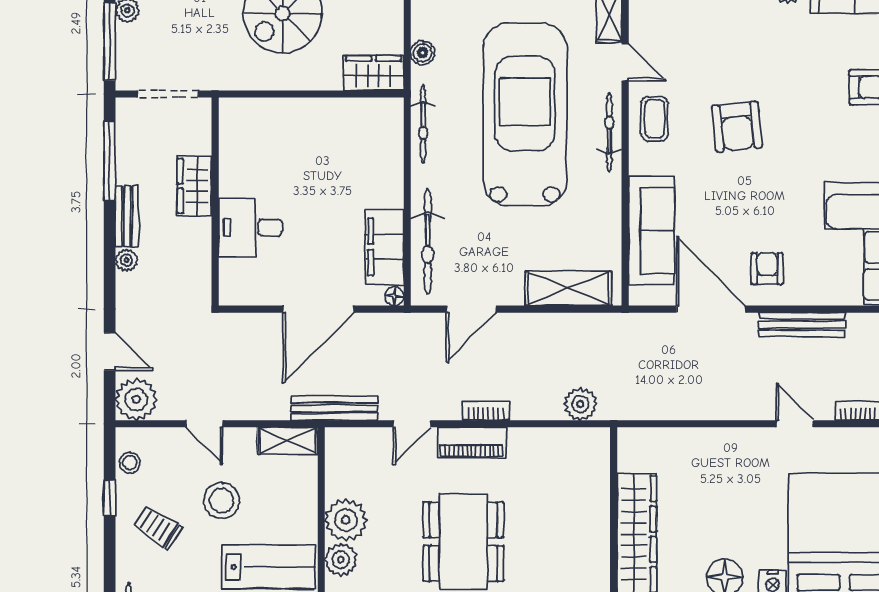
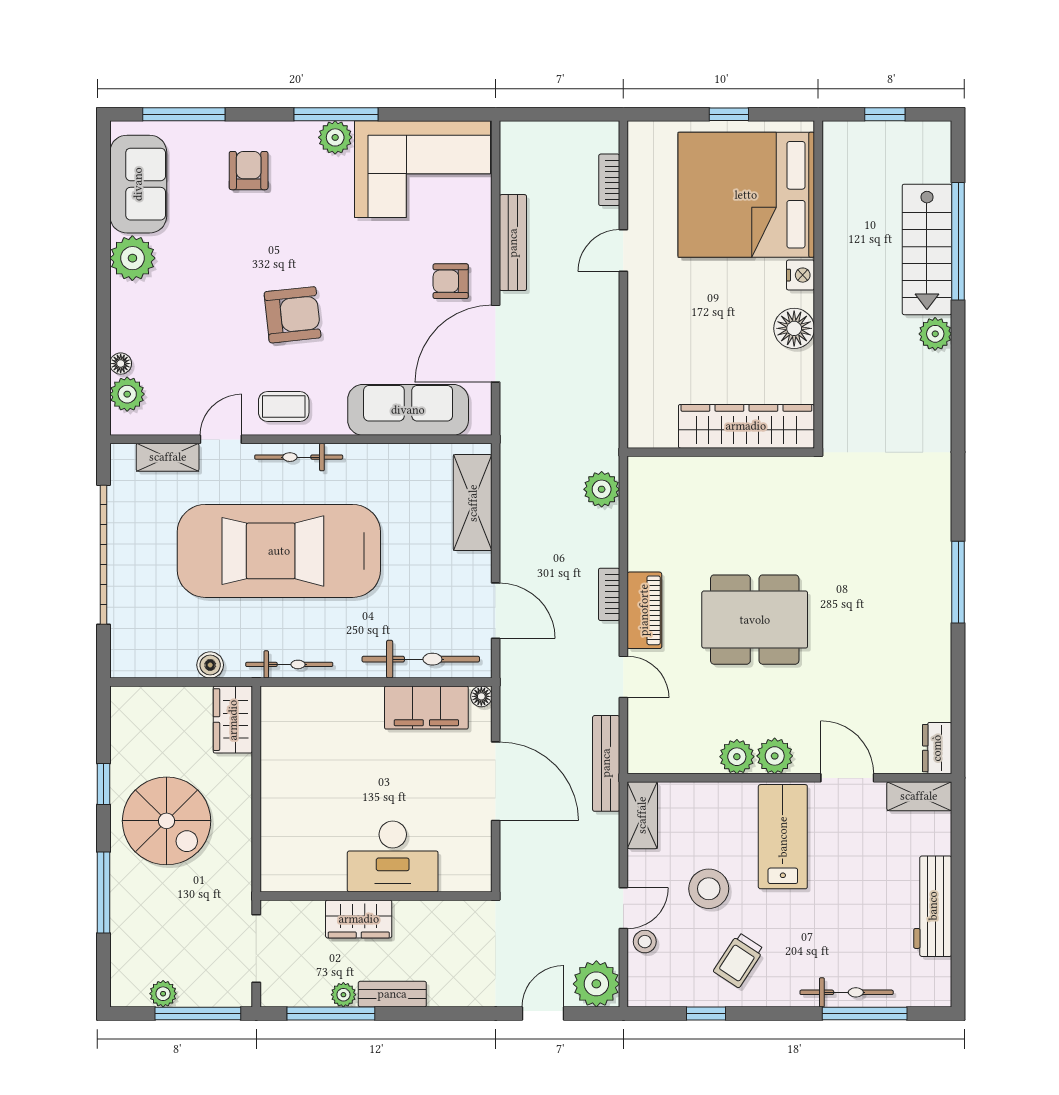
desk: (250, 228) -> (393, 857), width x1.37
plant: (126, 260) -> (343, 995), moved
stool: (130, 463) -> (645, 942), moved
plant: (346, 520) -> (737, 757), width x0.73, depth x0.73

